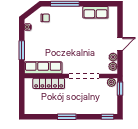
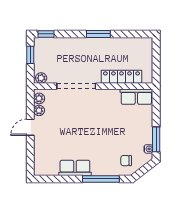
row of seats: (95, 12) -> (75, 168), moved
window: (22, 50) -> (156, 139), moved
row of seats: (43, 68) -> (136, 97), width x0.68
window: (120, 89) -> (30, 55), moved

